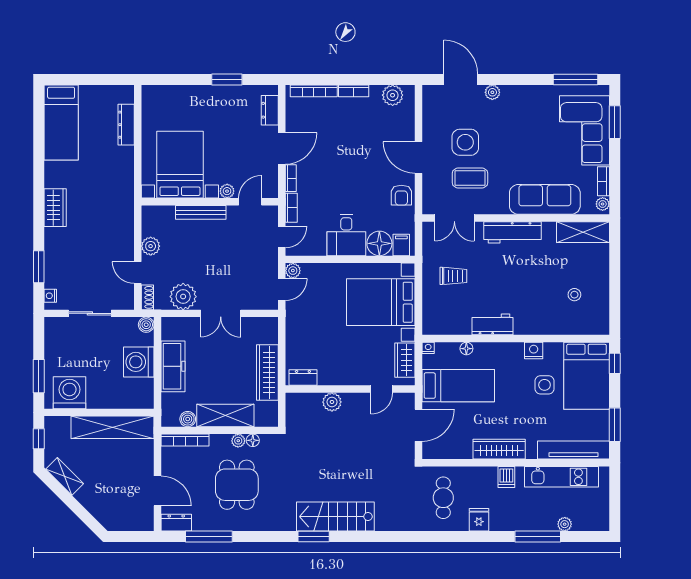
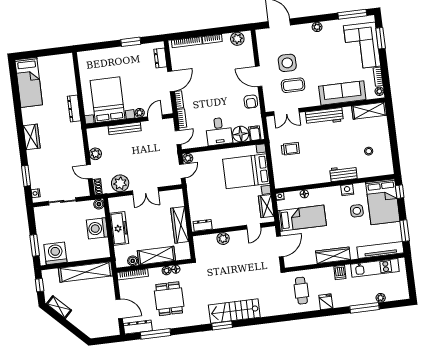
plant: (492, 92) -> (317, 27), moved
dresser: (126, 125) -> (74, 108), moved
workbench: (492, 324) -> (343, 174), moved
dresser: (176, 523) -> (138, 327), width x1.44

